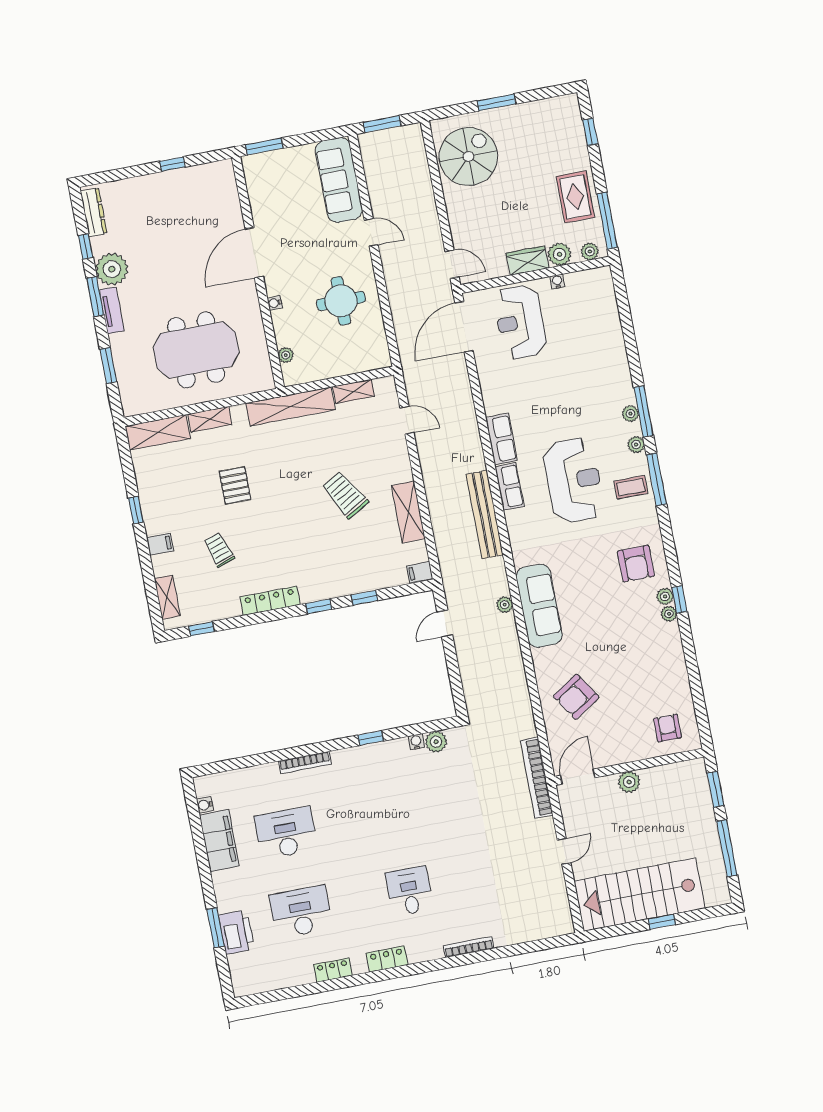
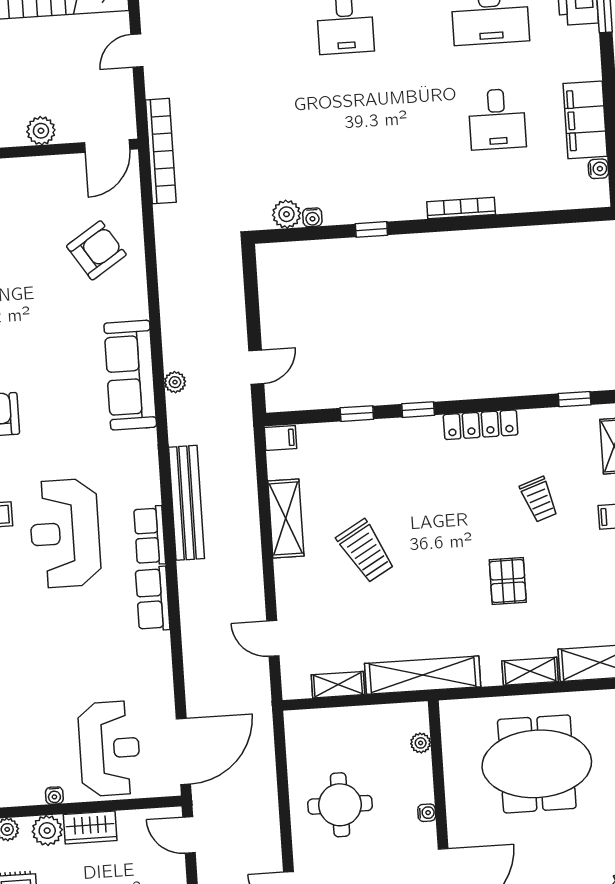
desk: (286, 833) -> (497, 119), width x0.73

